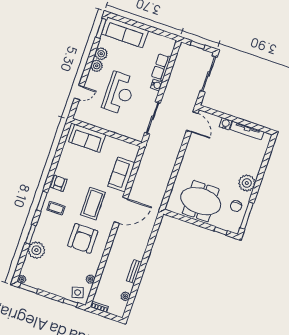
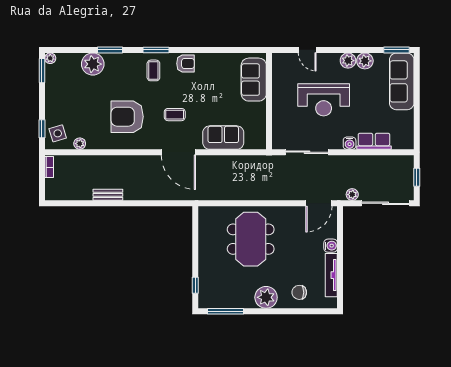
meeting table: (201, 201) -> (251, 239), moved
coffee table: (93, 204) -> (175, 115), width x0.54, depth x0.58
chair: (236, 206) -> (299, 292), moved
plant: (125, 296) -> (352, 195), moved

